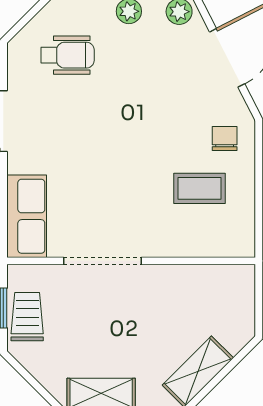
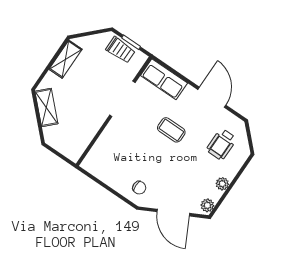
coffee table: (200, 188) -> (171, 130), moved, turned 90

